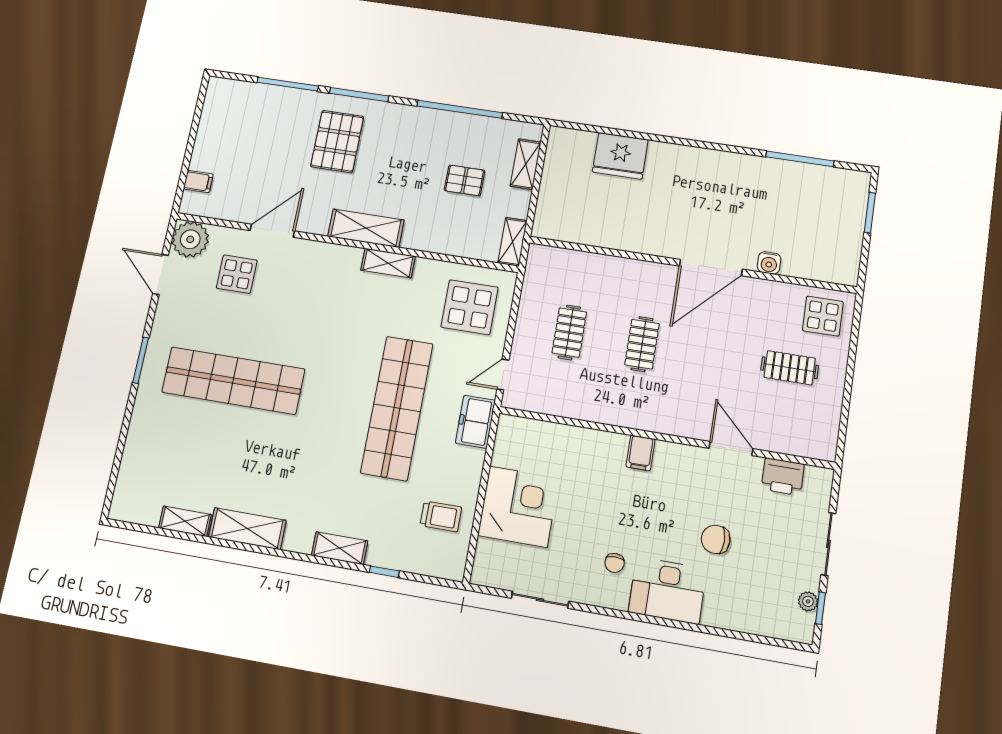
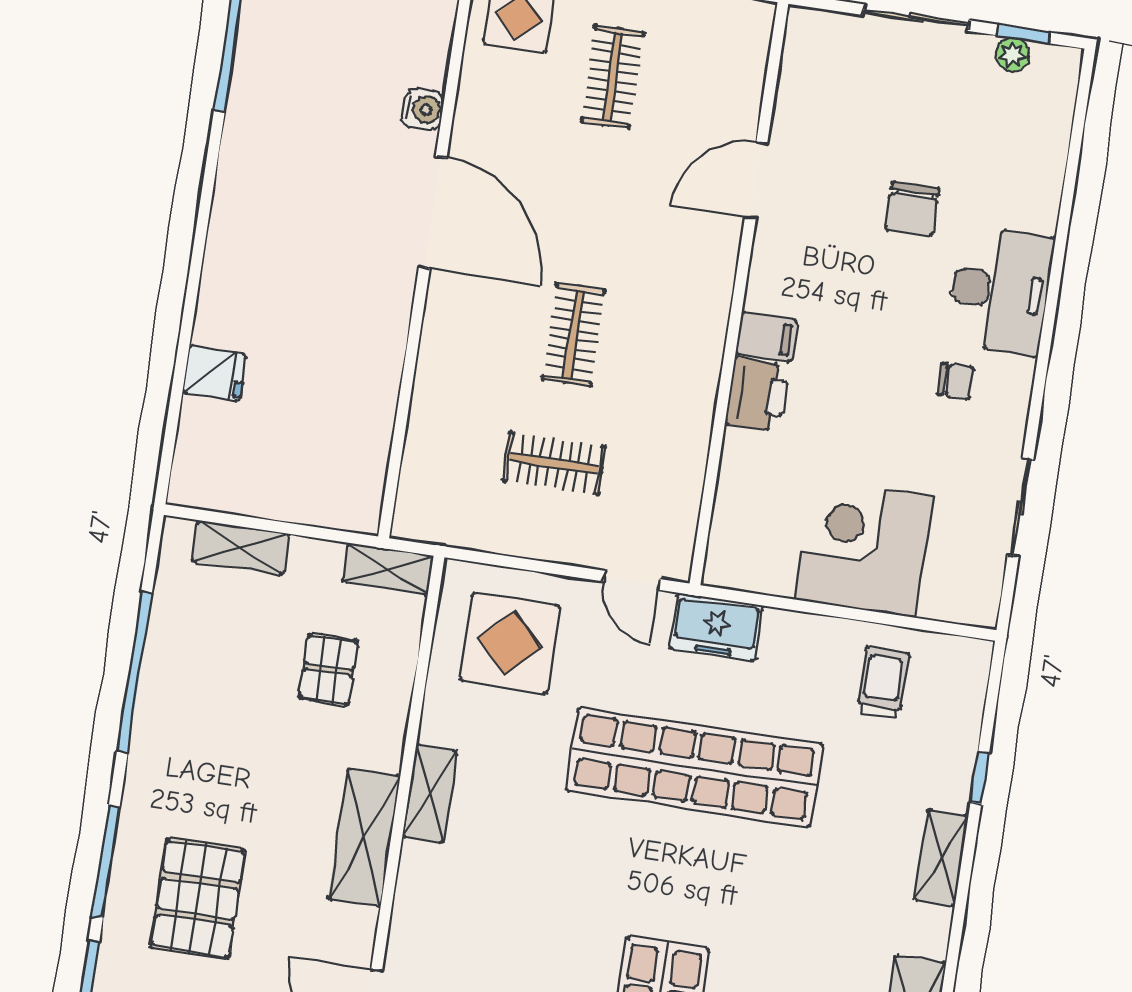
pallet: (337, 141) -> (198, 899), turned 90
fridge: (620, 156) -> (214, 373), width x0.53, depth x0.75
pallet: (465, 180) -> (328, 670), moved
clothes rail: (642, 344) -> (573, 335), turned 90
printer: (783, 477) -> (757, 395), moved

